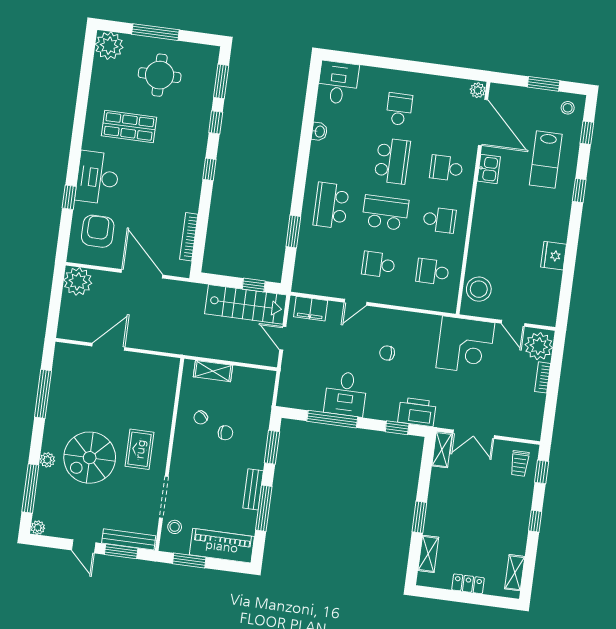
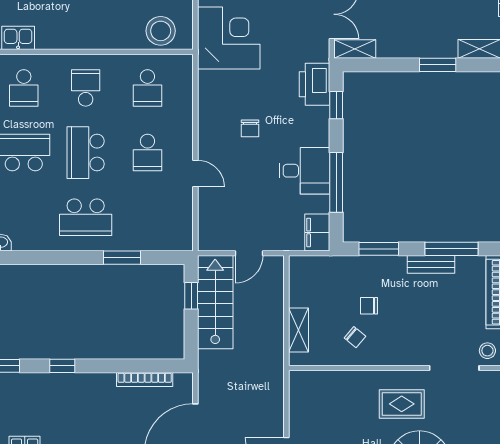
filing cabinet: (311, 309) -> (317, 232), moved, turned 180
chair: (225, 433) -> (369, 306), turned -90

